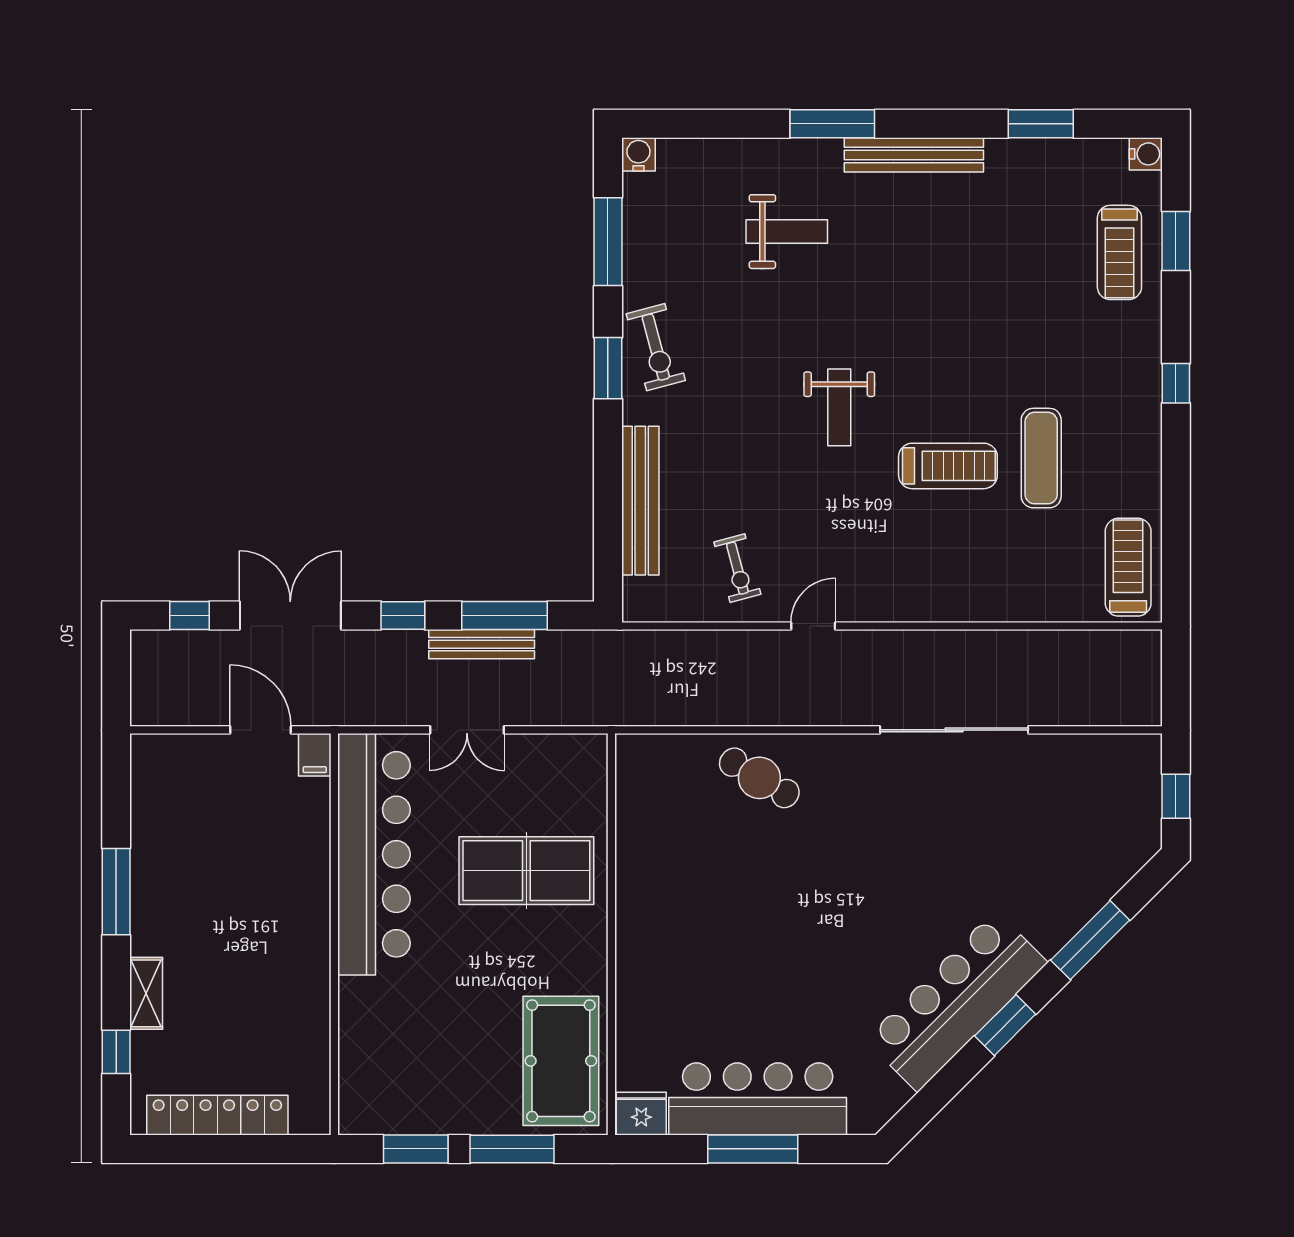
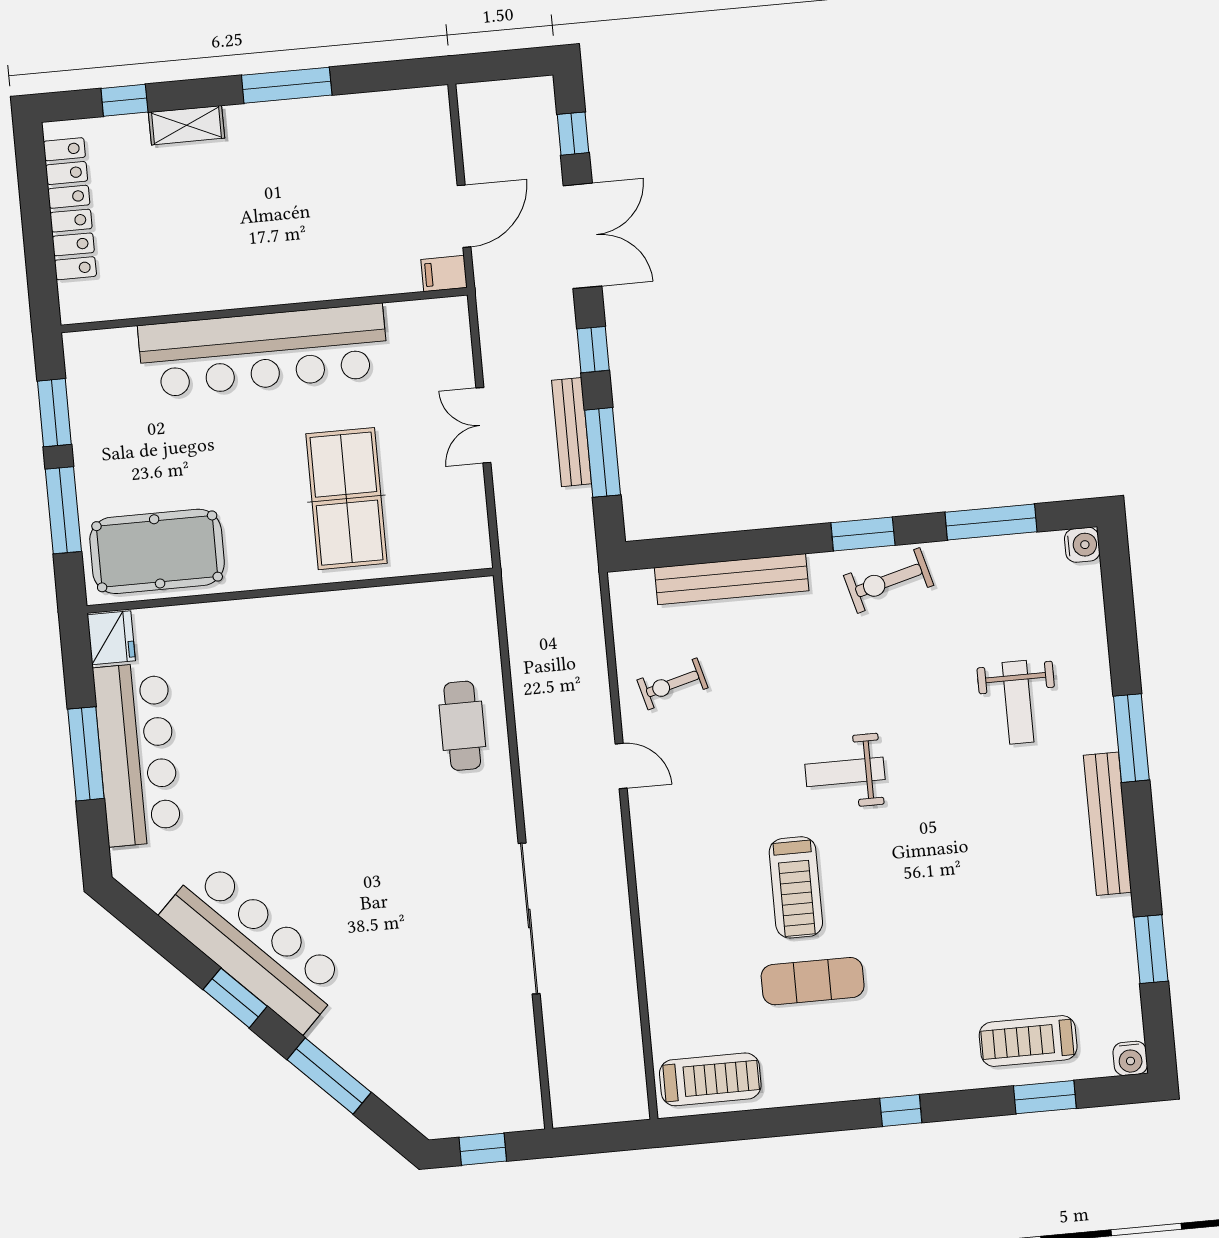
cafe table: (759, 778) -> (462, 726), turned -31
bar counter: (374, 854) -> (263, 351), moved

